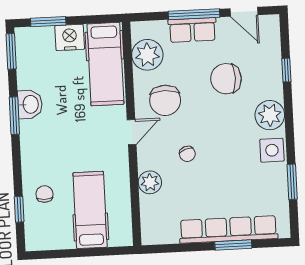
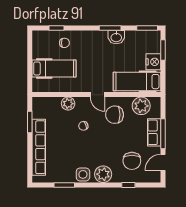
chair: (226, 79) -> (132, 161), moved, turned 180
window: (233, 245) -> (30, 122), moved

